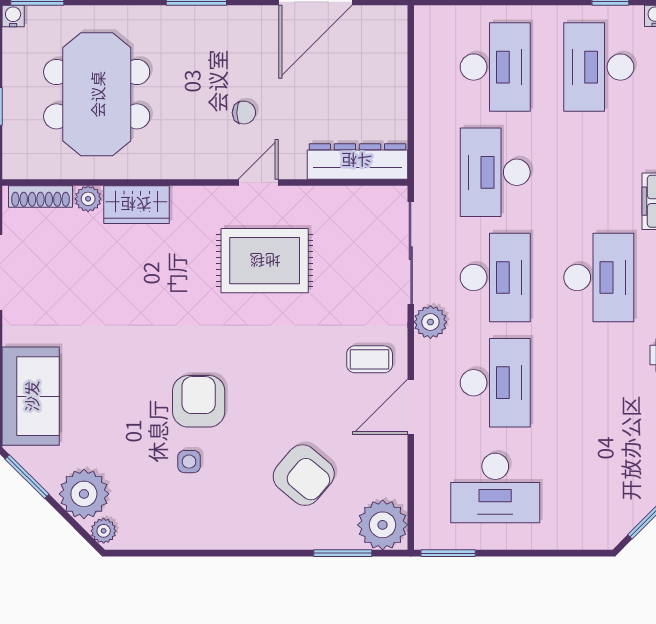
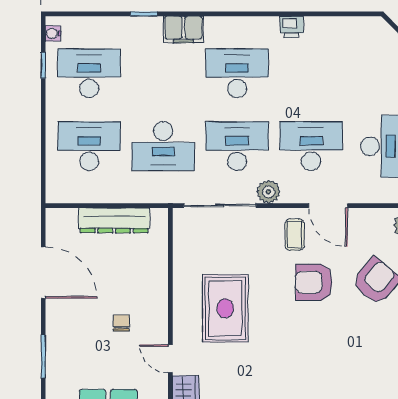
desk: (599, 67) -> (89, 73), turned 180
dresser: (357, 161) -> (114, 220), moved, turned -90
door: (258, 182) -> (170, 359), moved
armchair: (199, 401) -> (314, 282), moved
side table: (189, 462) -> (367, 362), removed

